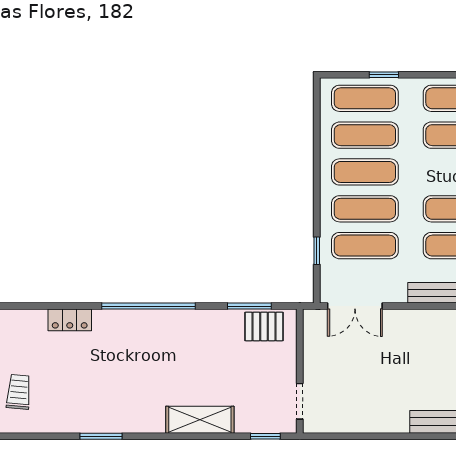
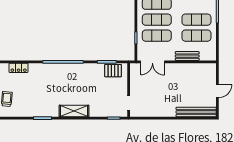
locker: (70, 320) -> (19, 68), moved
shelving: (200, 420) -> (74, 111), moved

